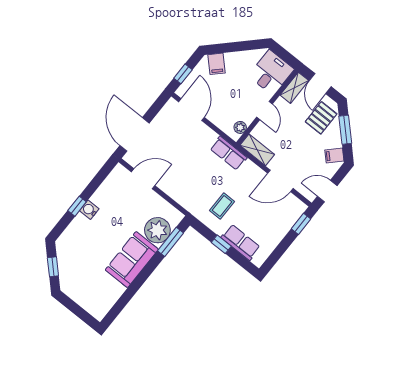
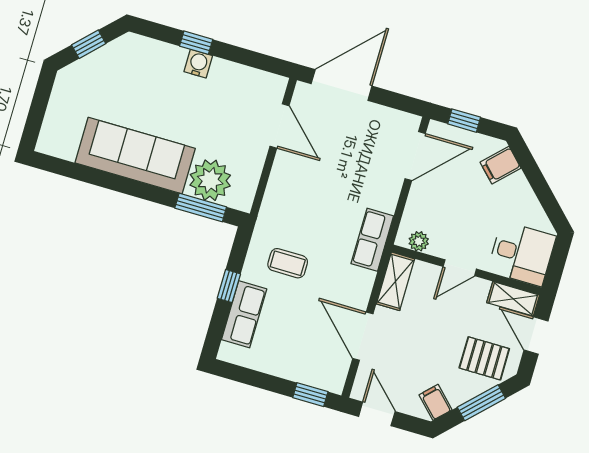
door: (320, 84) -> (536, 335), hinge flipped
sofa: (132, 260) -> (135, 156), width x1.36

